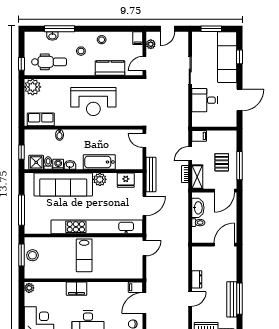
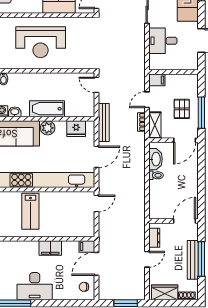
wall: (214, 245) -> (174, 221), moved
door: (224, 245) -> (184, 221), moved
filing cabinet: (77, 289) -> (50, 248), moved

